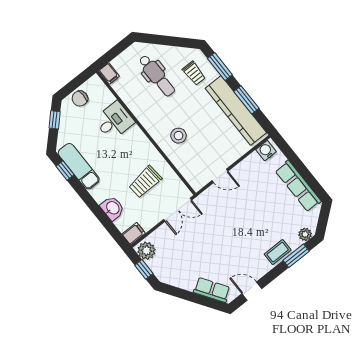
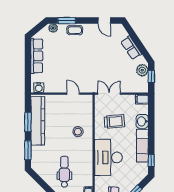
trolley: (194, 73) -> (44, 158), removed
desk: (114, 121) -> (108, 157), width x1.87, depth x1.30
exam couch: (79, 166) -> (142, 146), moved
plant: (146, 251) -> (142, 70), moved
row of seats: (212, 290) -> (131, 48), moved

